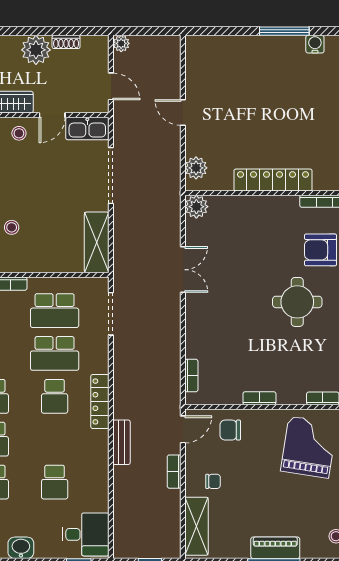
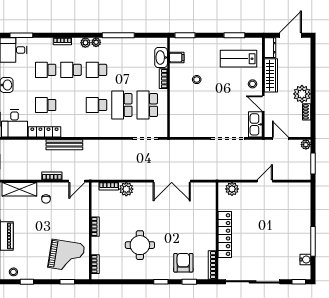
window: (153, 31) -> (313, 164), added
door: (111, 86) -> (280, 138), swing flipped
plant: (196, 207) -> (126, 189), moved
shelving: (97, 242) -> (188, 130), removed
double door: (183, 270) -> (172, 181), width x1.37
round table: (297, 302) -> (140, 245), moved
locker: (100, 401) -> (44, 132), moved
door: (183, 429) -> (77, 181), hinge flipped
chair: (230, 430) -> (76, 209), removed
bench: (121, 442) -> (64, 145), width x1.36

